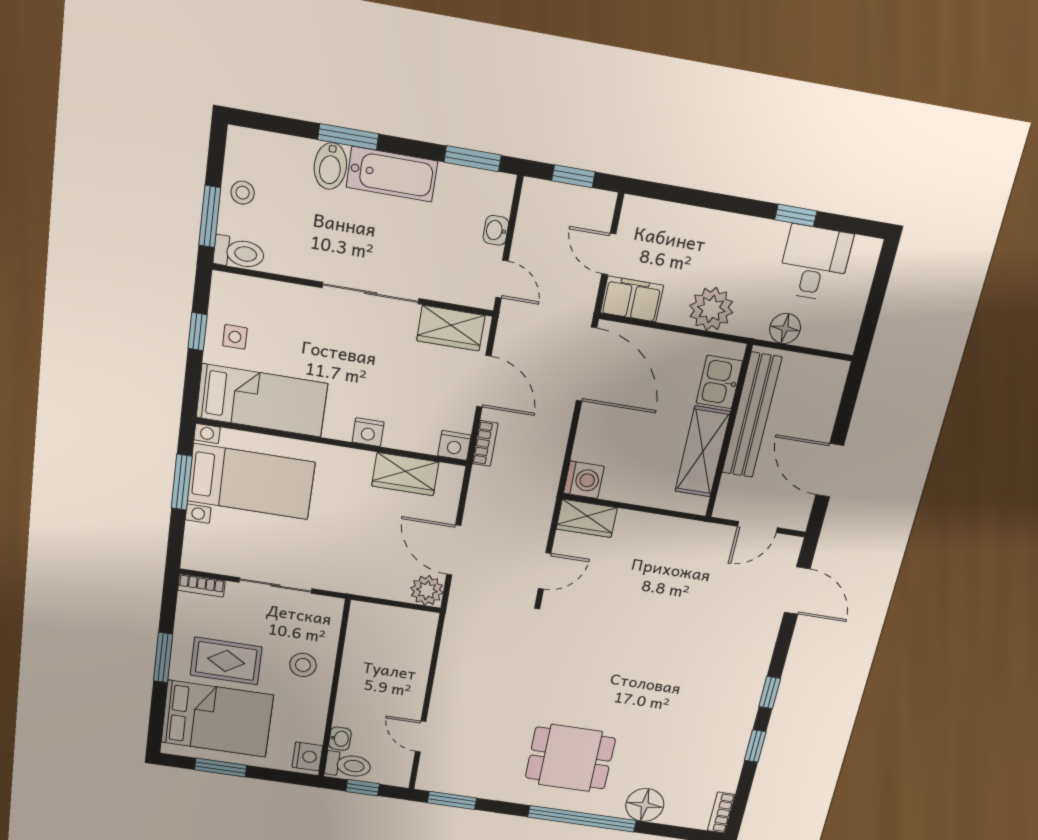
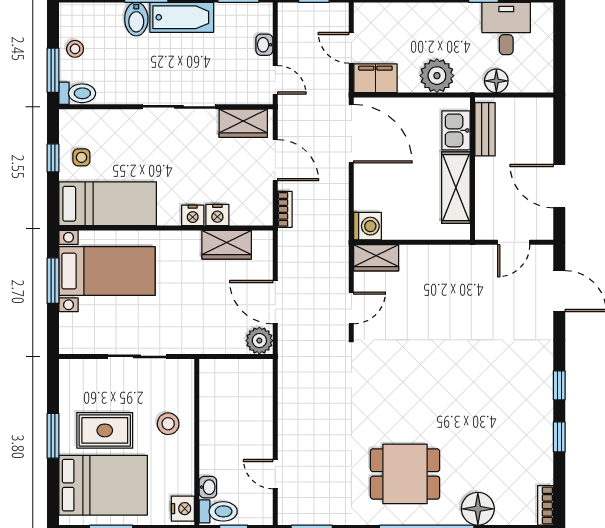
bench: (752, 415) -> (485, 129), width x0.54, depth x0.82
nightstand: (454, 445) -> (217, 215), moved
bookcase: (201, 586) -> (78, 366), removed

